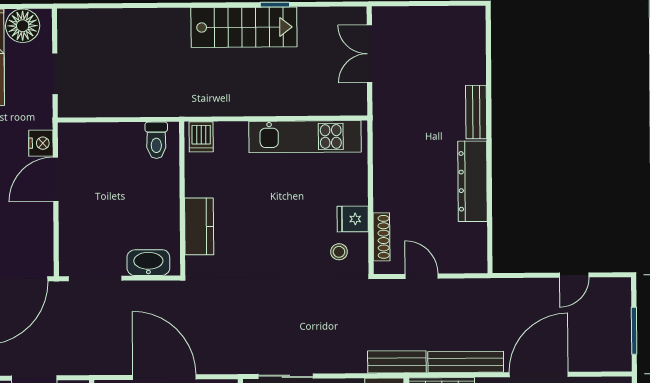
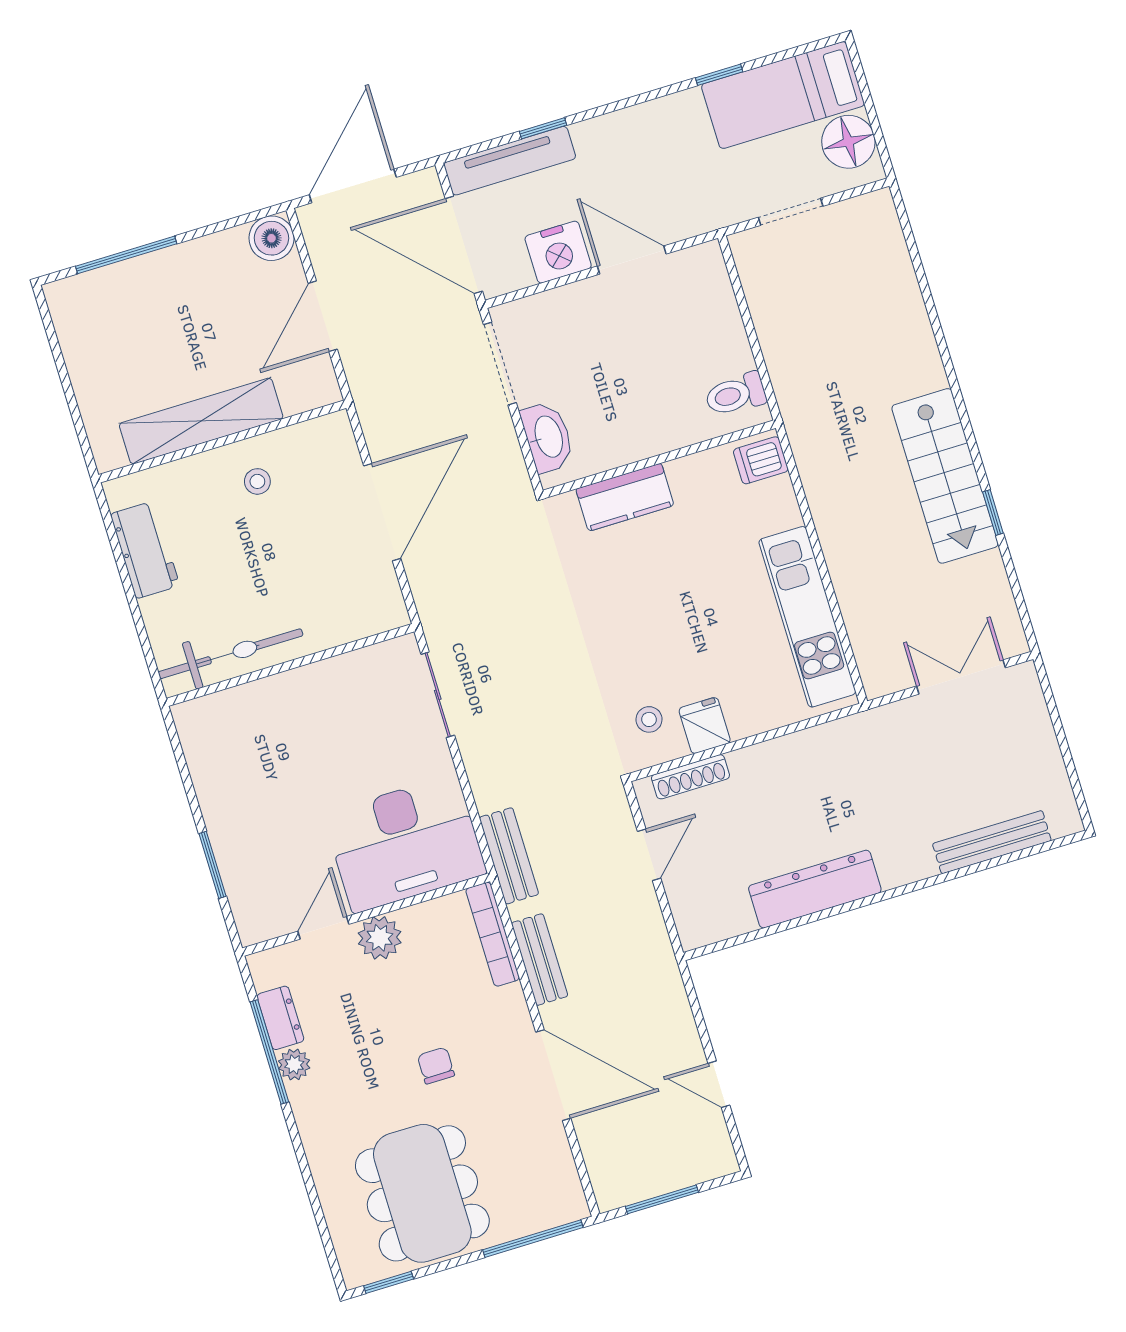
bench: (476, 112) -> (992, 842), moved, width x1.36
nightstand: (41, 143) -> (558, 252), moved, width x1.36, depth x1.33
bench: (466, 362) -> (540, 960), width x0.73

